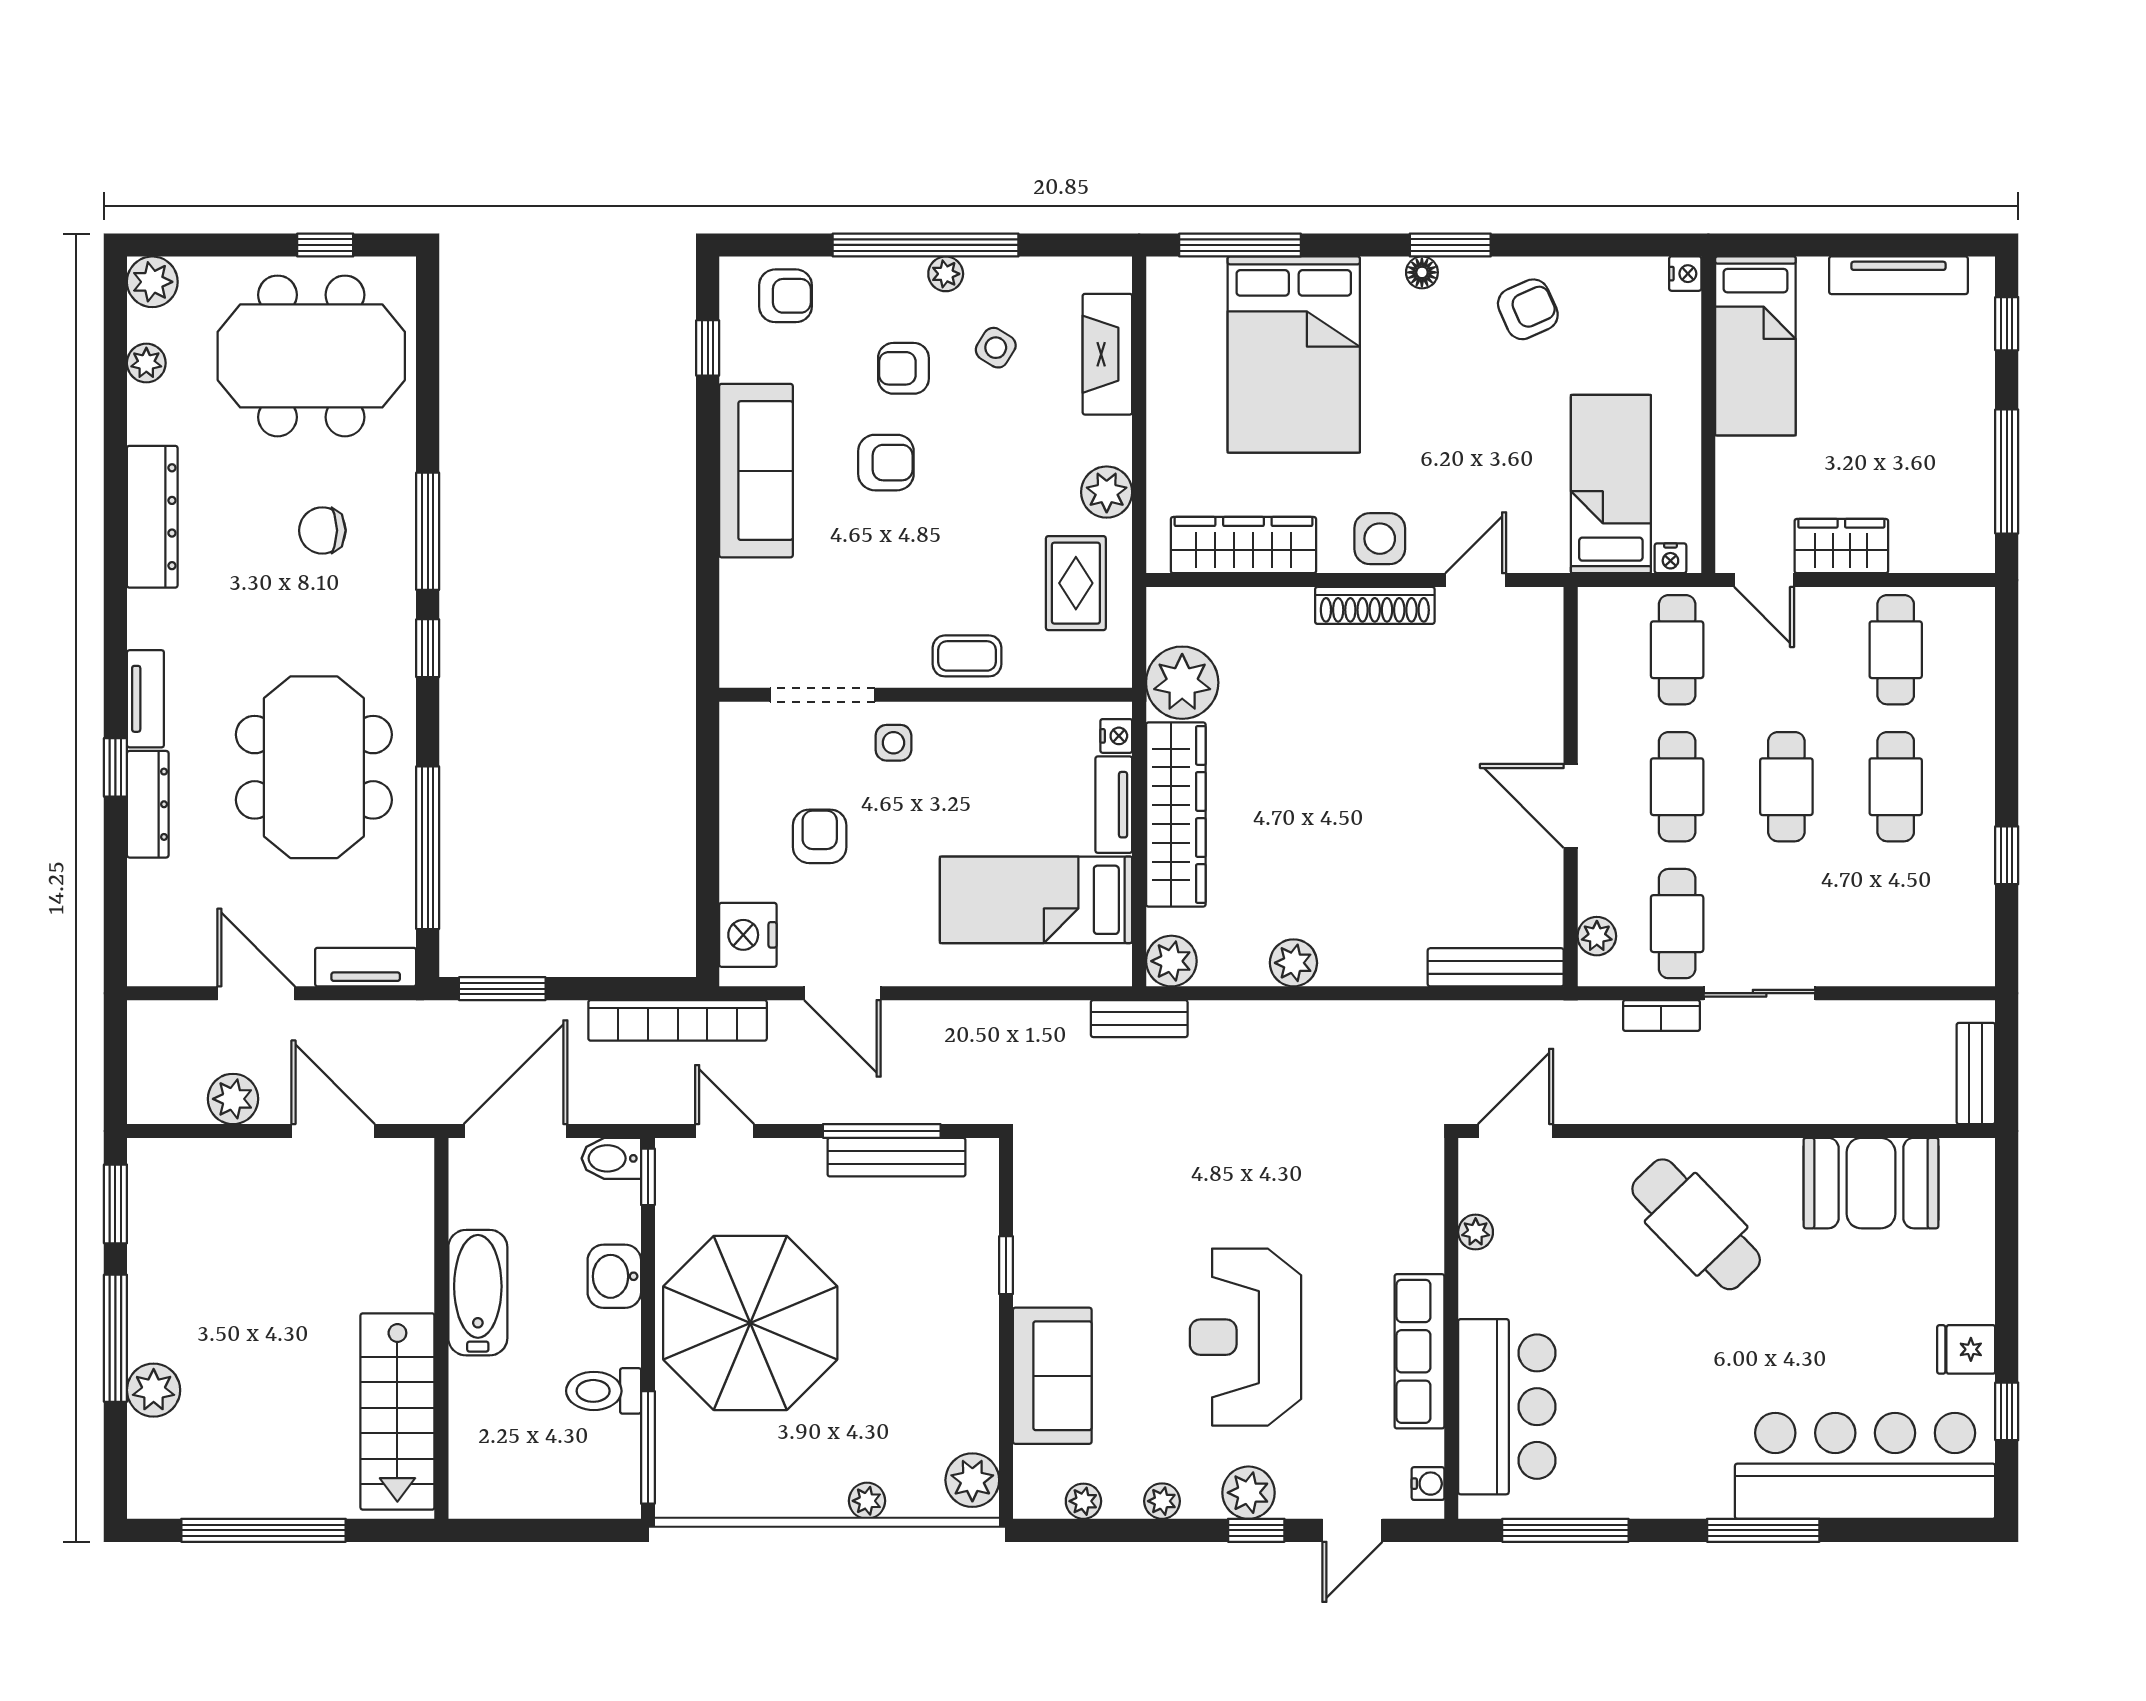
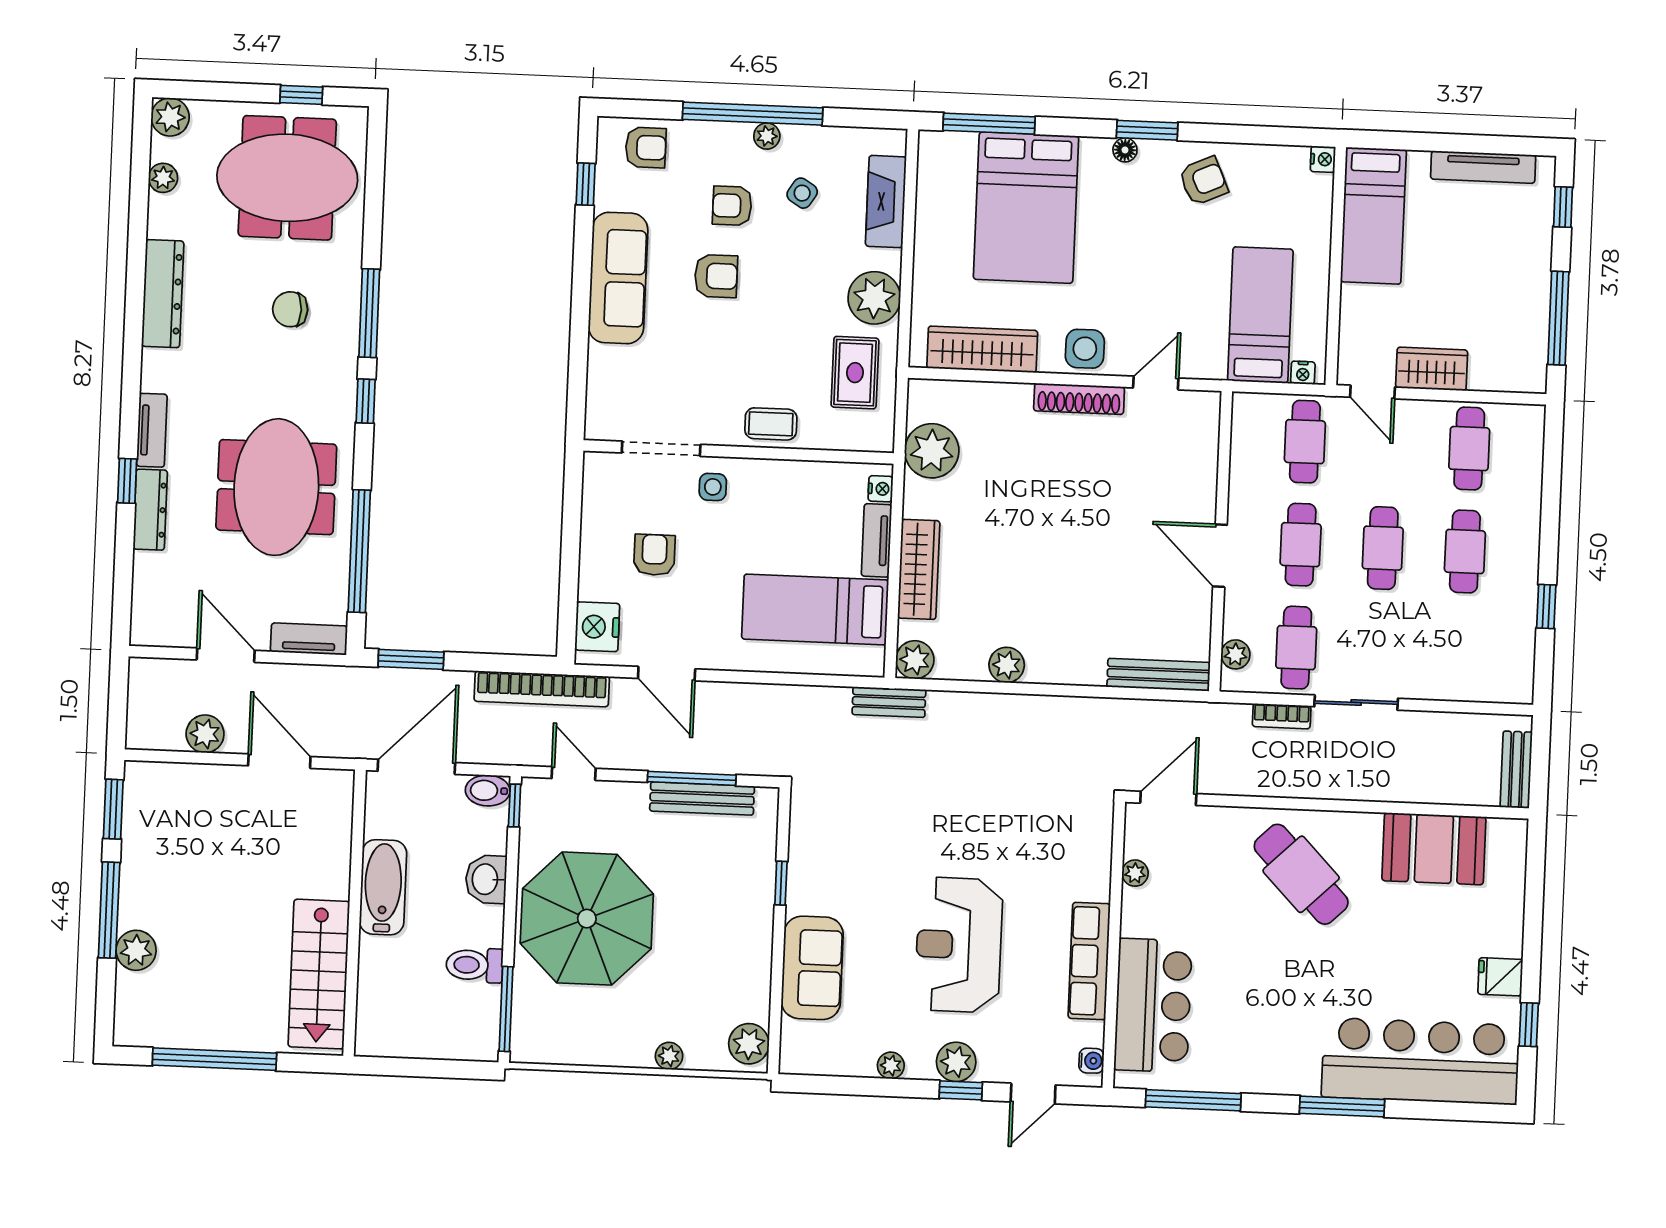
plant: (1107, 492) -> (874, 298), width x1.36, depth x1.36
wardrobe: (1176, 815) -> (919, 569), width x0.71, depth x0.85
plant: (1083, 1501) -> (832, 1063), removed

